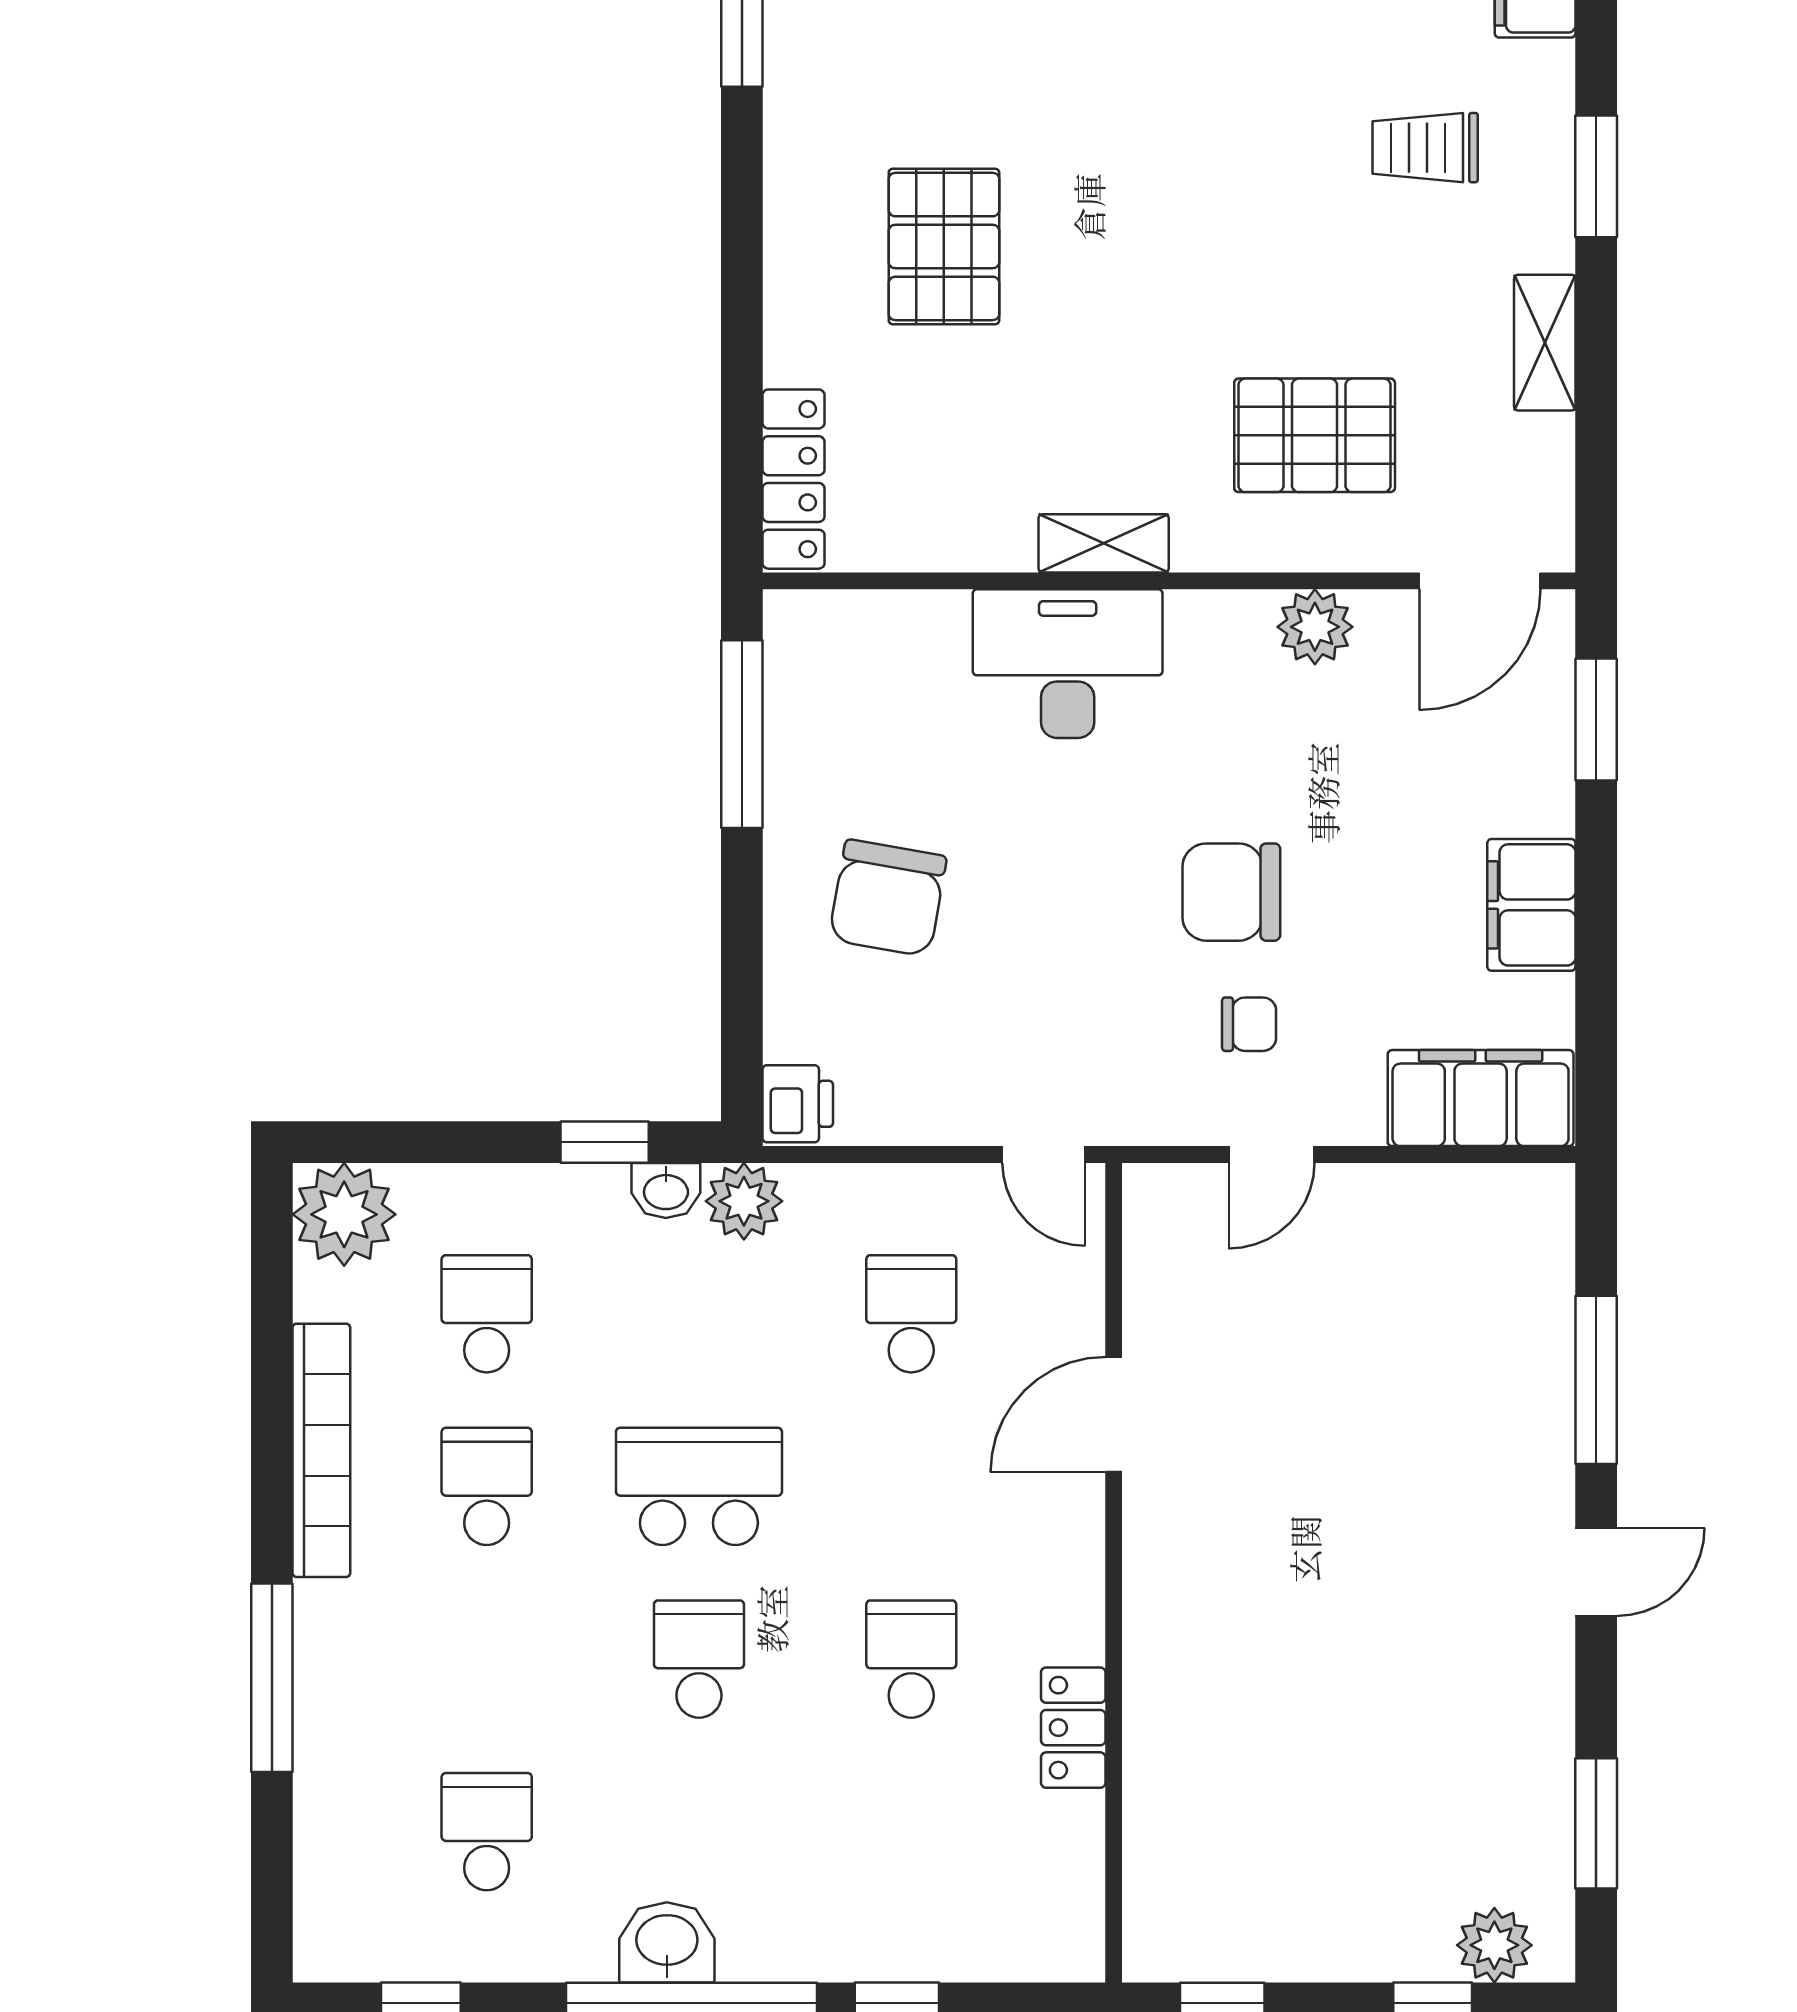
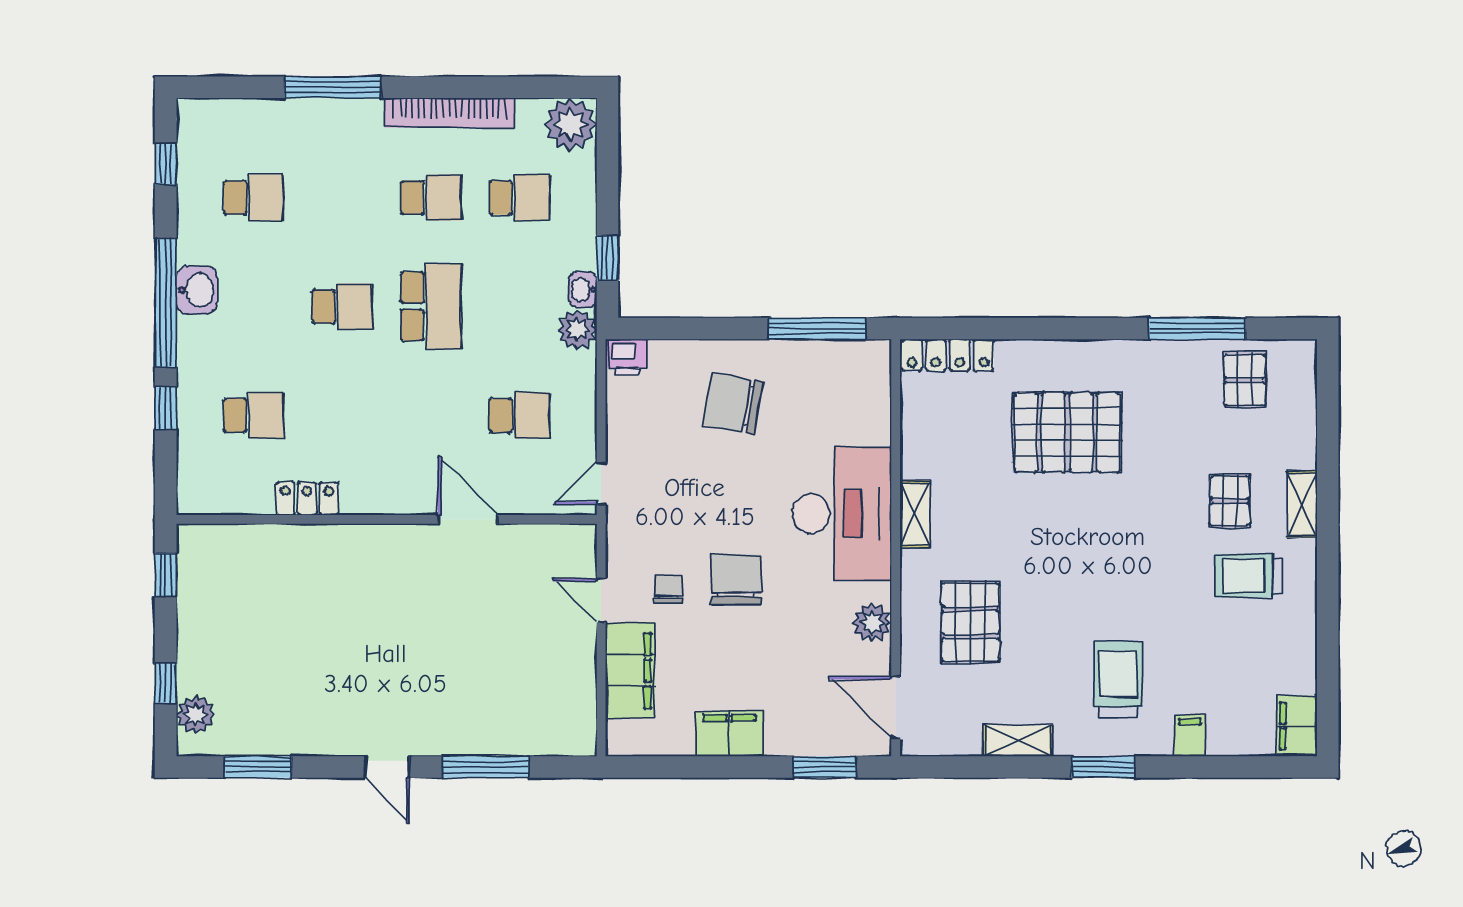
trolley: (1425, 148) -> (1118, 679), width x1.36, depth x1.39
pallet: (944, 247) -> (1067, 432), width x1.37, depth x1.41
desk: (1068, 664) -> (842, 513), width x1.36, depth x1.30
chair: (1249, 1024) -> (668, 589), turned 180
filing cabinet: (1481, 1098) -> (630, 671), moved
school desk: (911, 1659) -> (254, 415), moved

